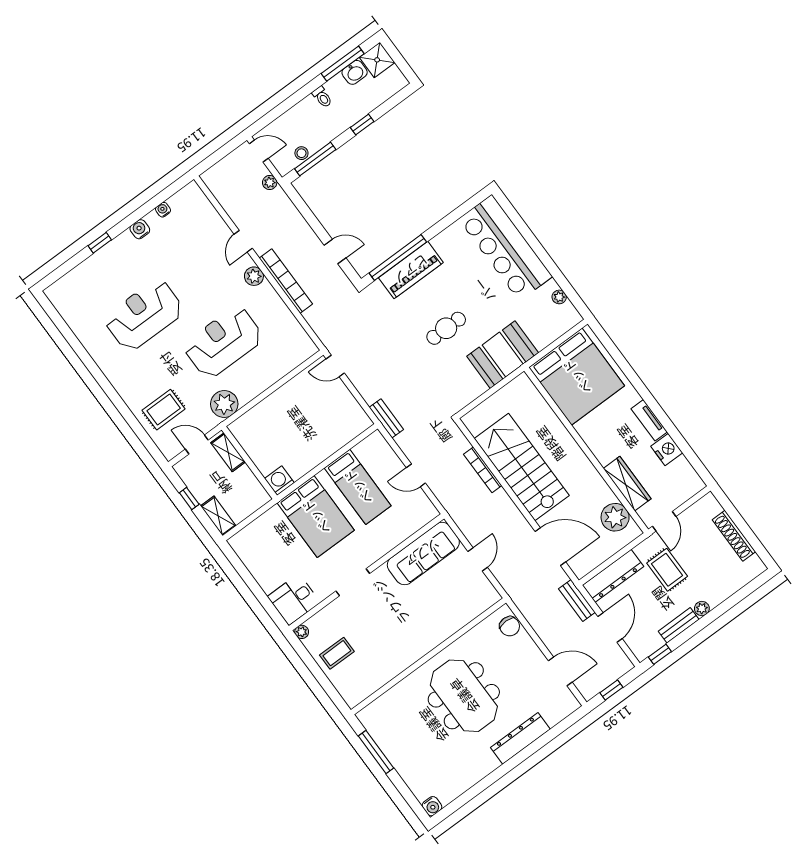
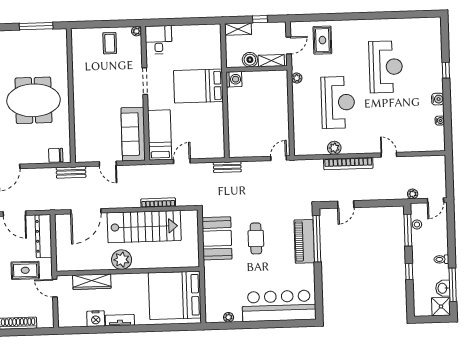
plant: (254, 276) -> (334, 148), moved
booth: (503, 355) -> (217, 238), moved
plant: (224, 404) -> (297, 78), width x0.53, depth x0.53
boiler: (244, 478) -> (250, 60), added
bed: (358, 487) -> (160, 135), moved, turned 90
plant: (615, 517) -> (122, 260), moved
bench: (577, 600) -> (71, 172), moved

